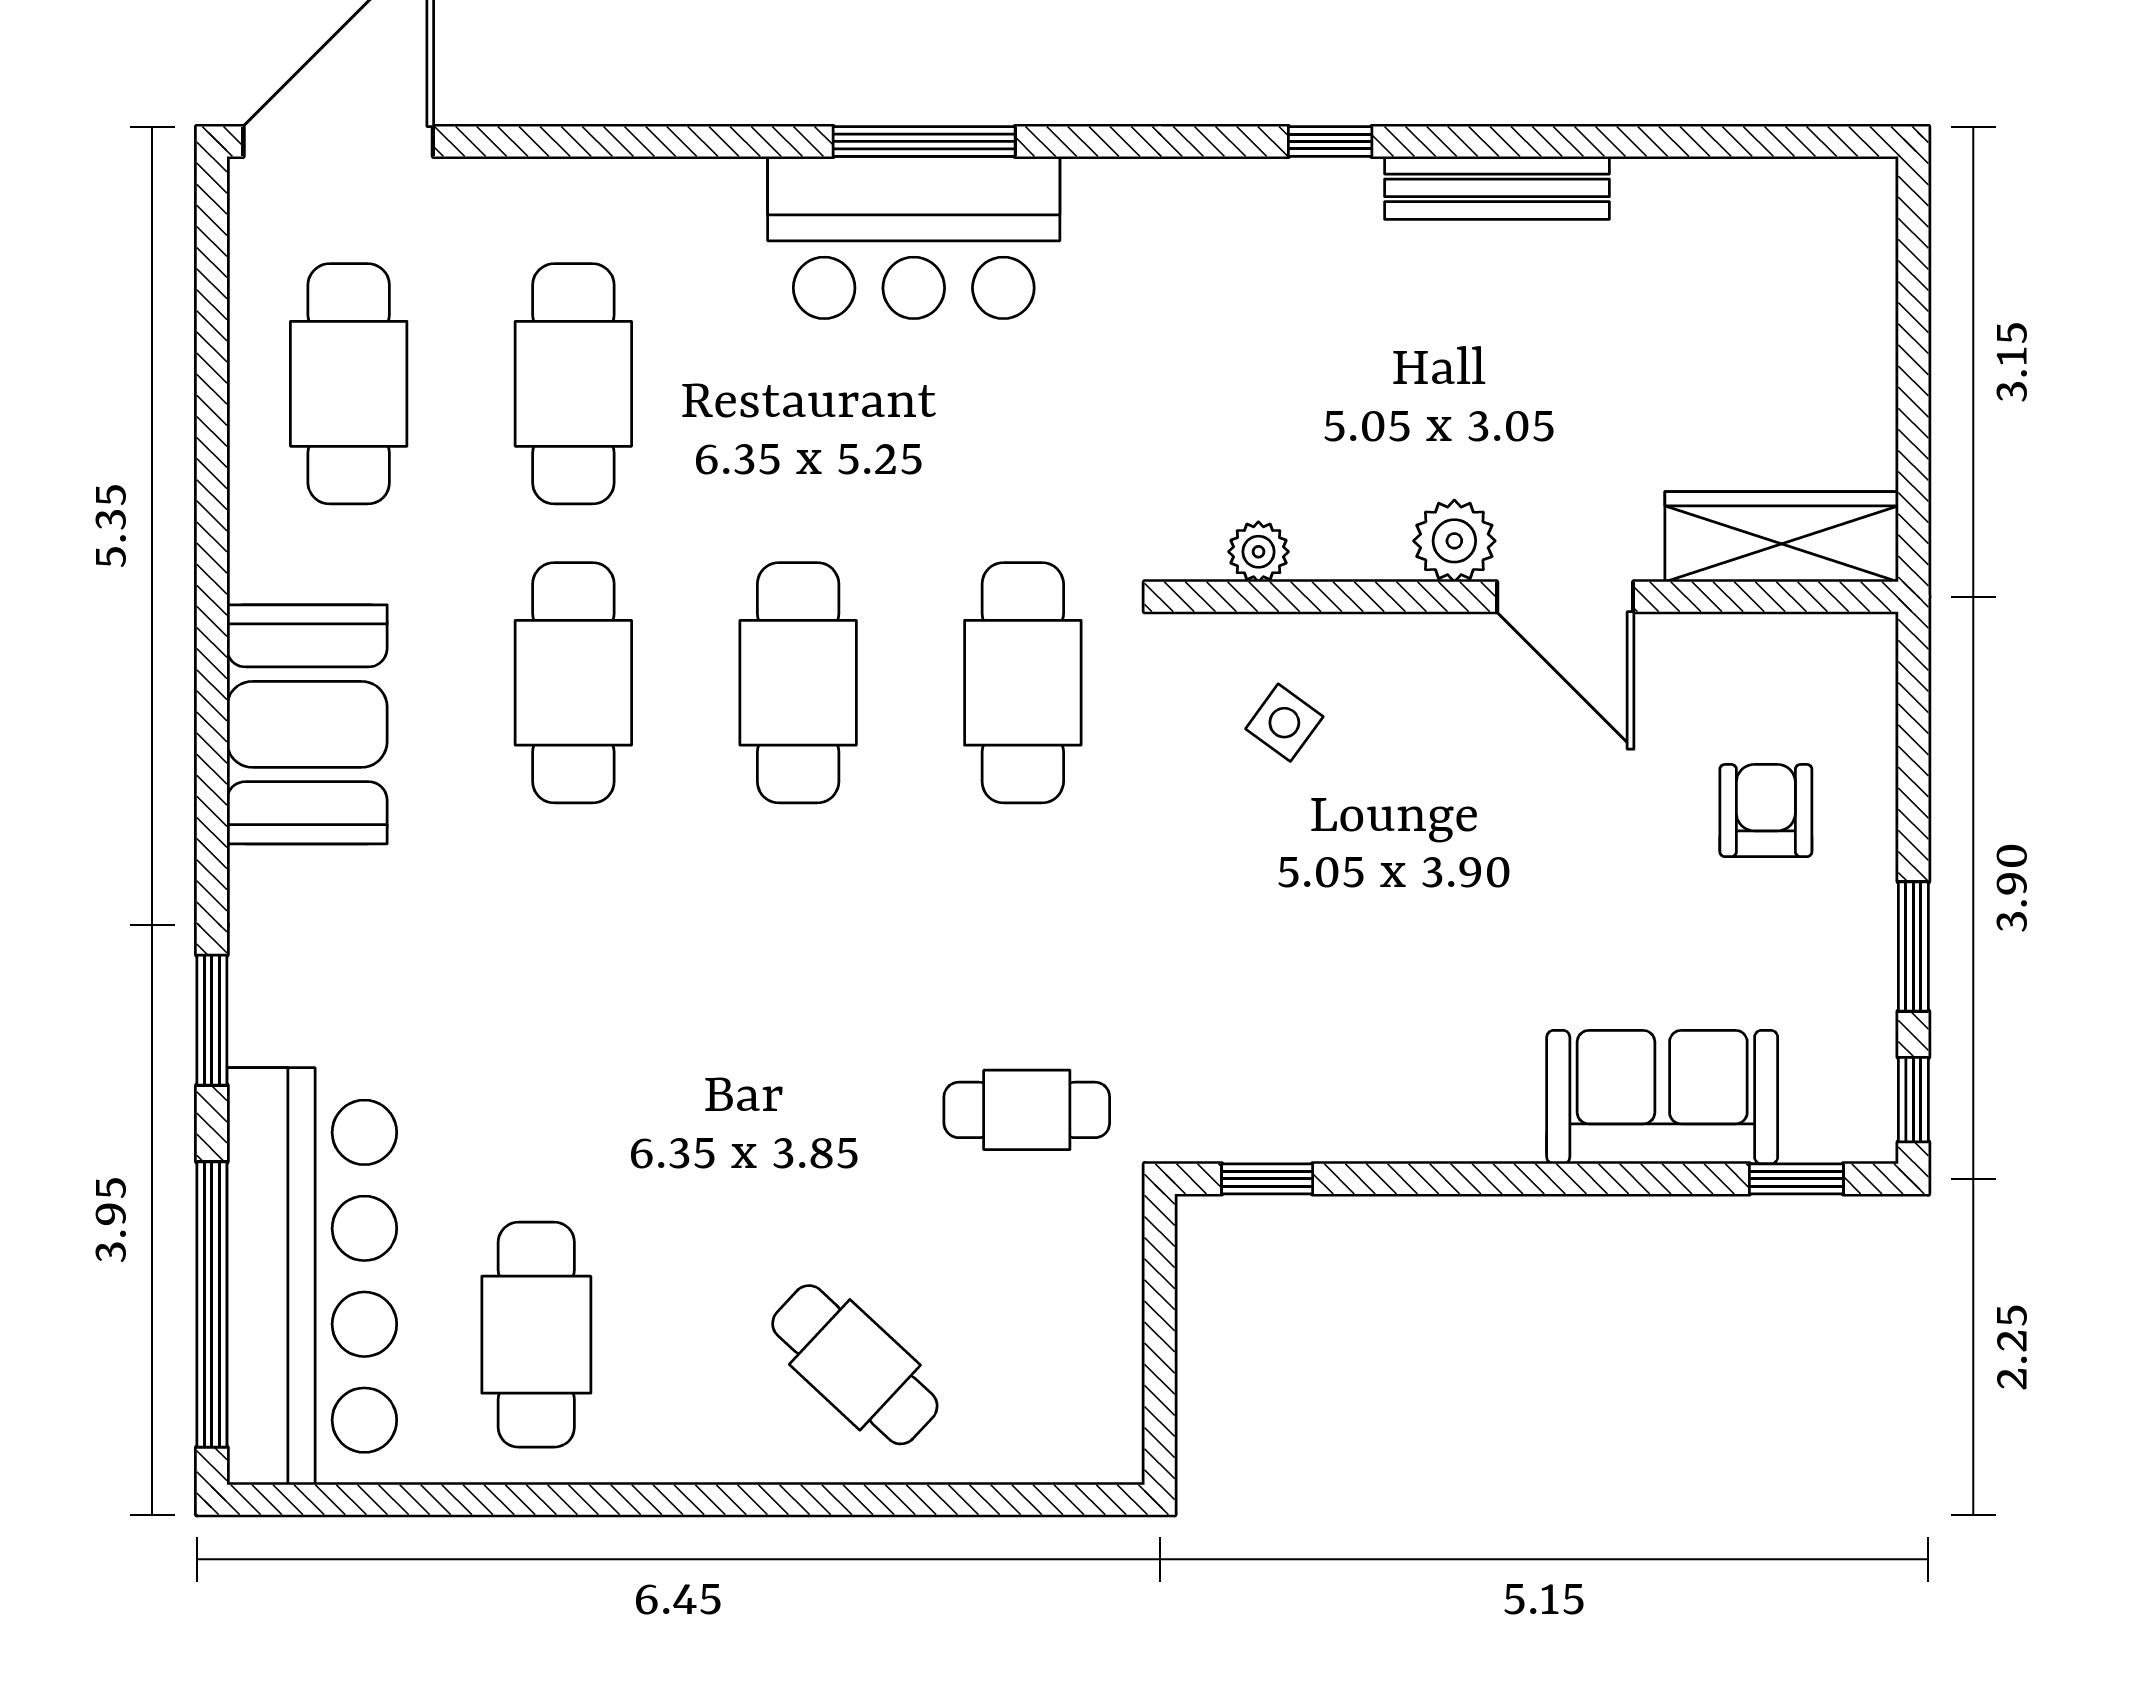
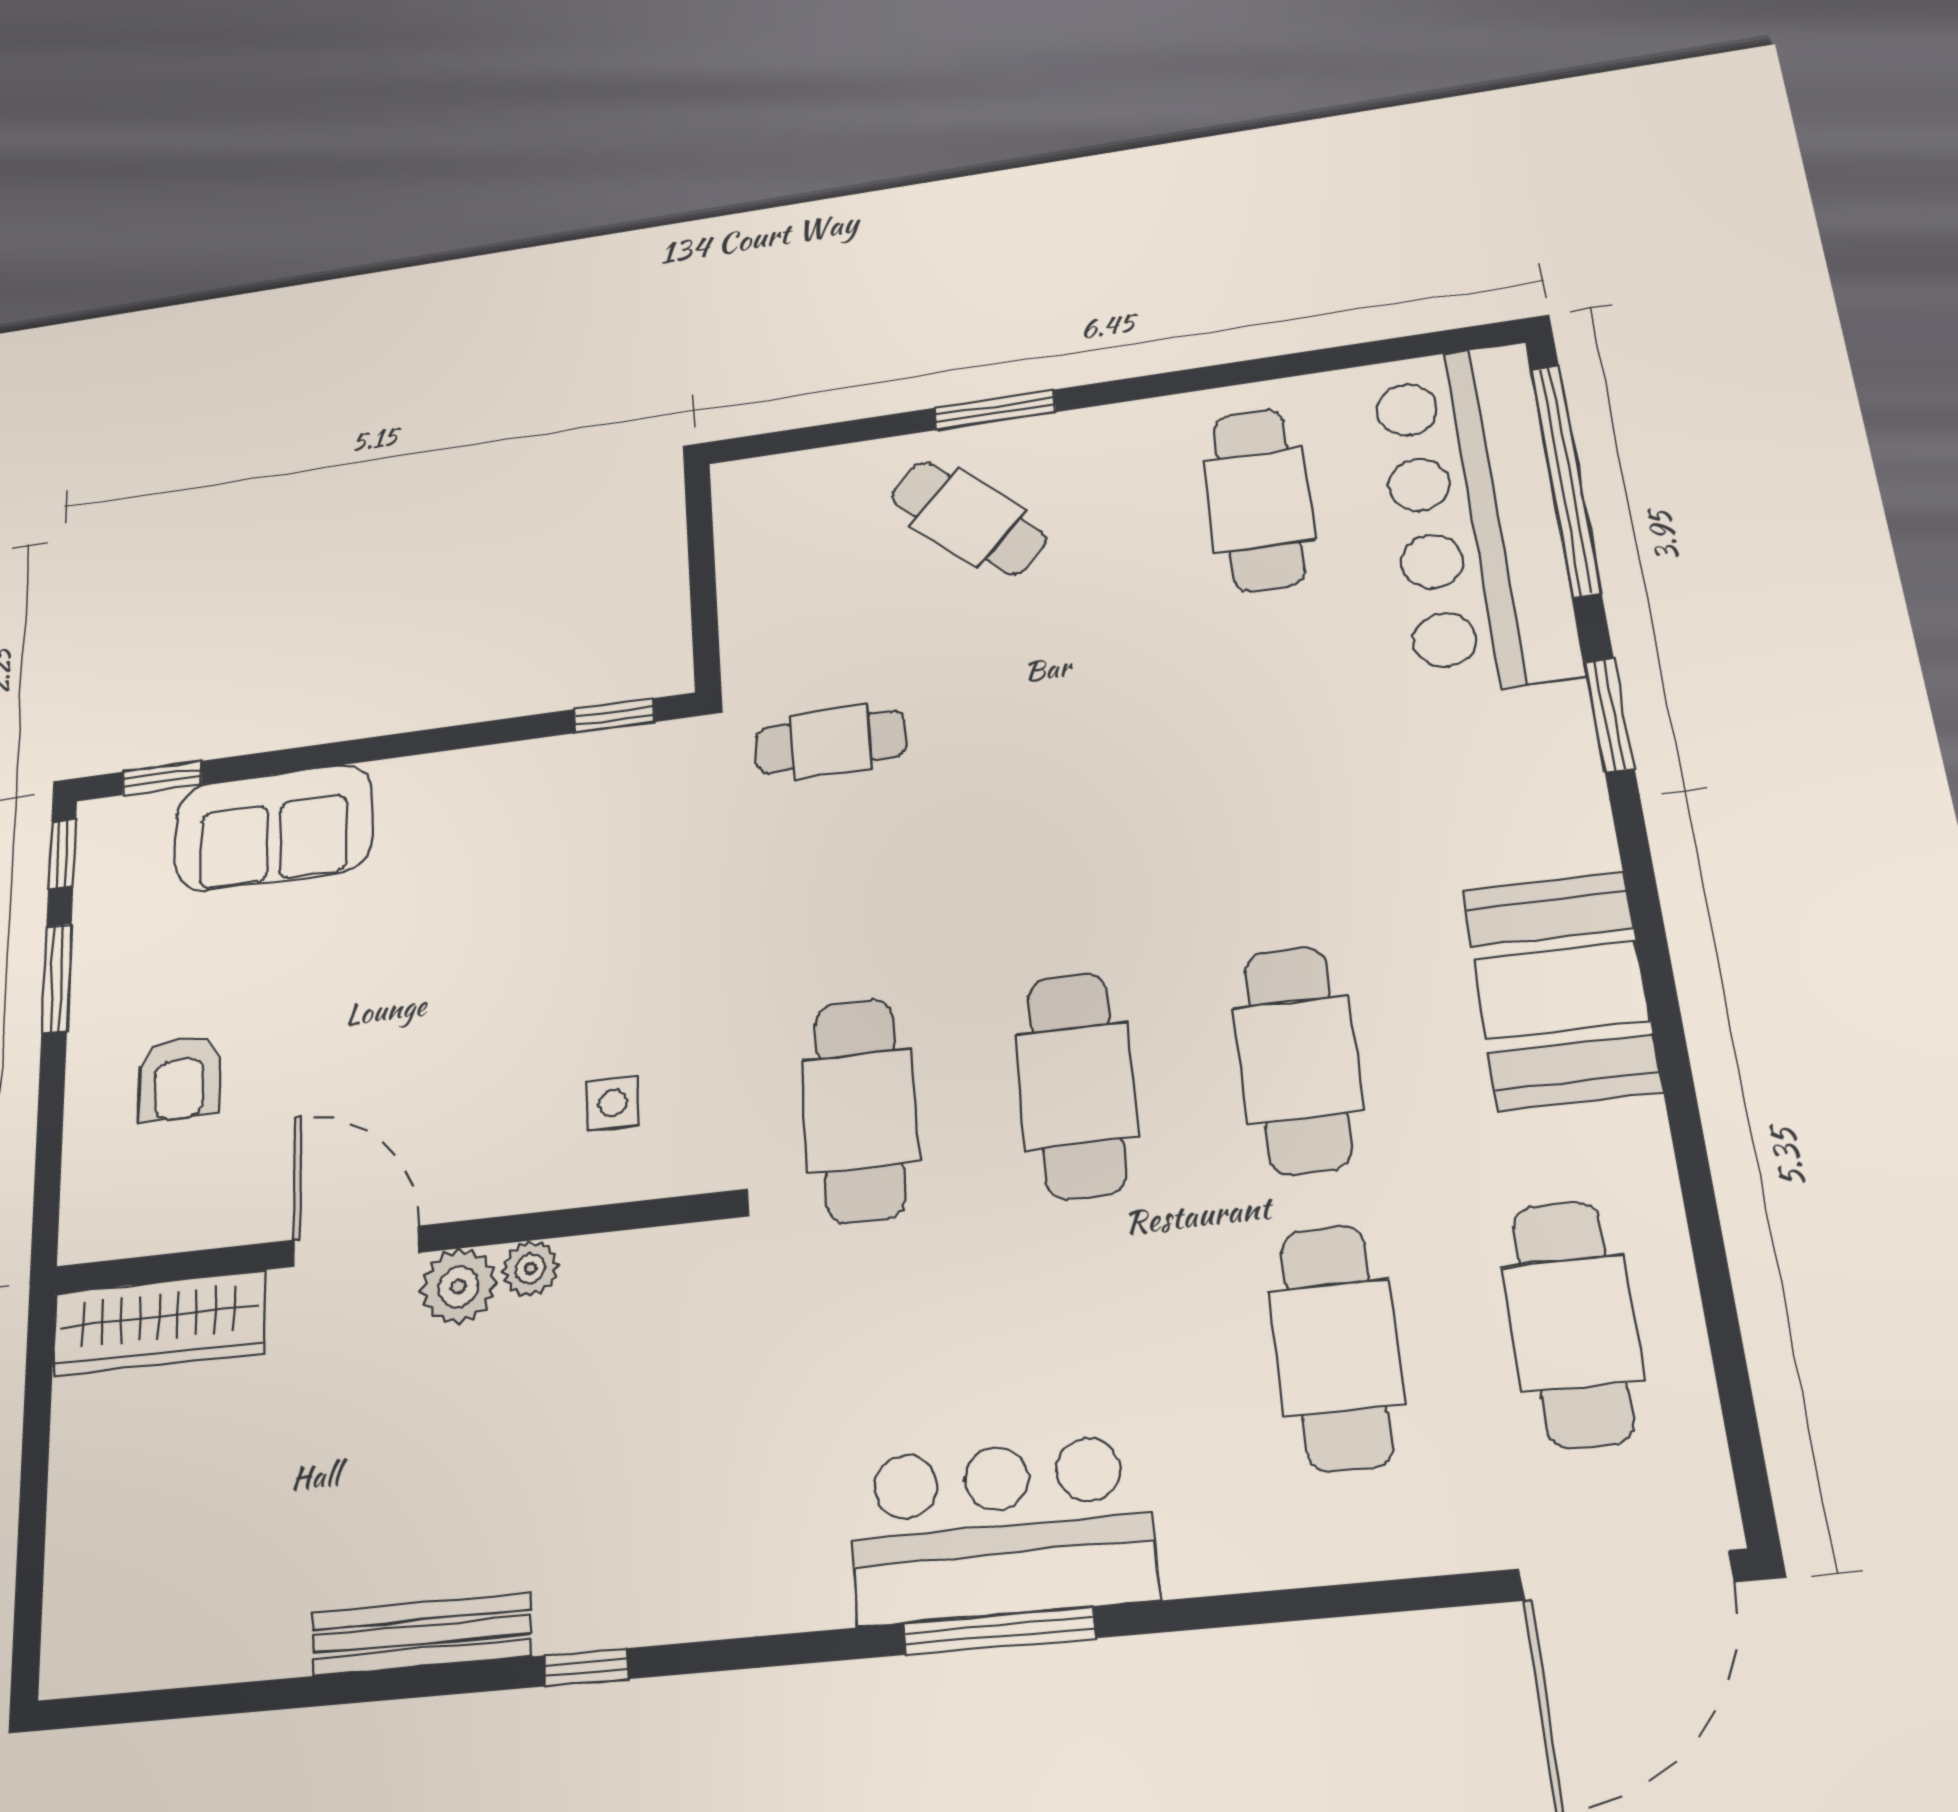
plant: (1258, 552) -> (530, 1269), moved
side table: (1284, 723) -> (613, 1103), turned -36
window: (814, 1500) -> (995, 410), added

